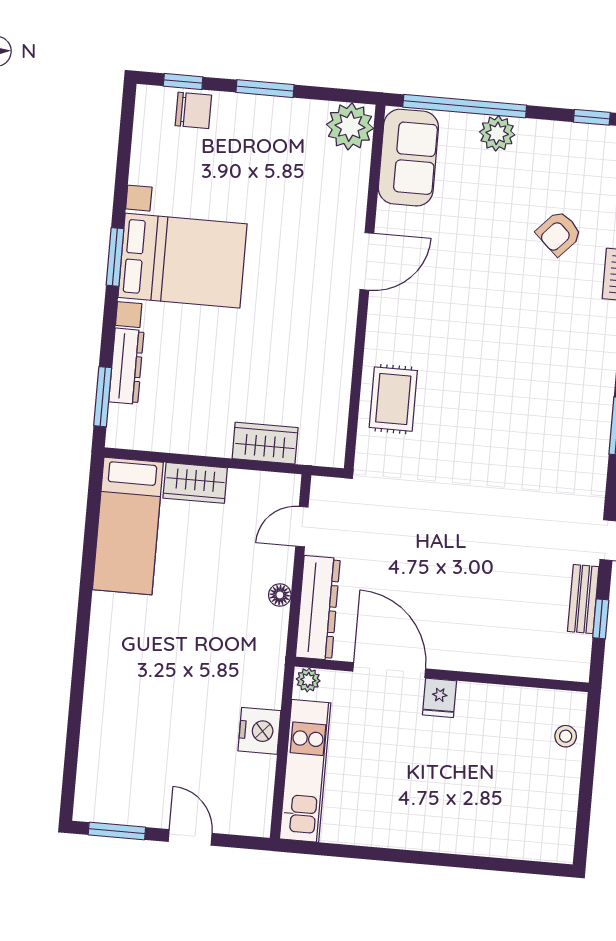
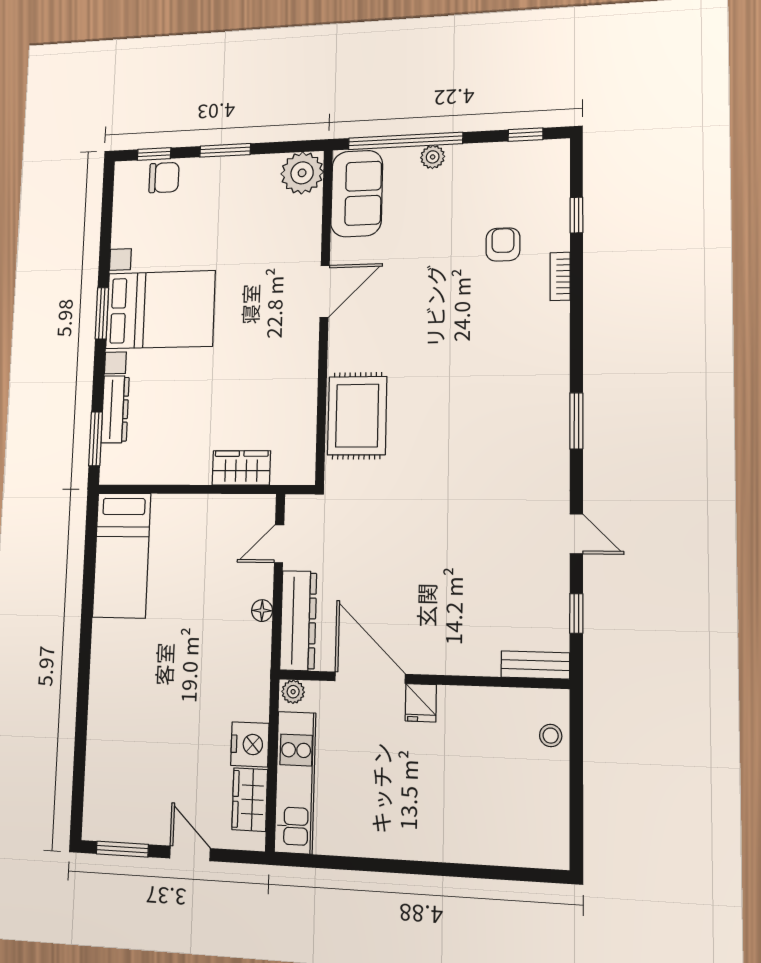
plant: (497, 133) -> (433, 157), width x0.73, depth x0.73
armchair: (559, 233) -> (503, 244), turned 137
rug: (393, 399) -> (357, 416), width x1.36, depth x1.43
wardrobe: (195, 483) -> (250, 800), moved, turned 90
bench: (583, 599) -> (535, 665), moved, turned 90

